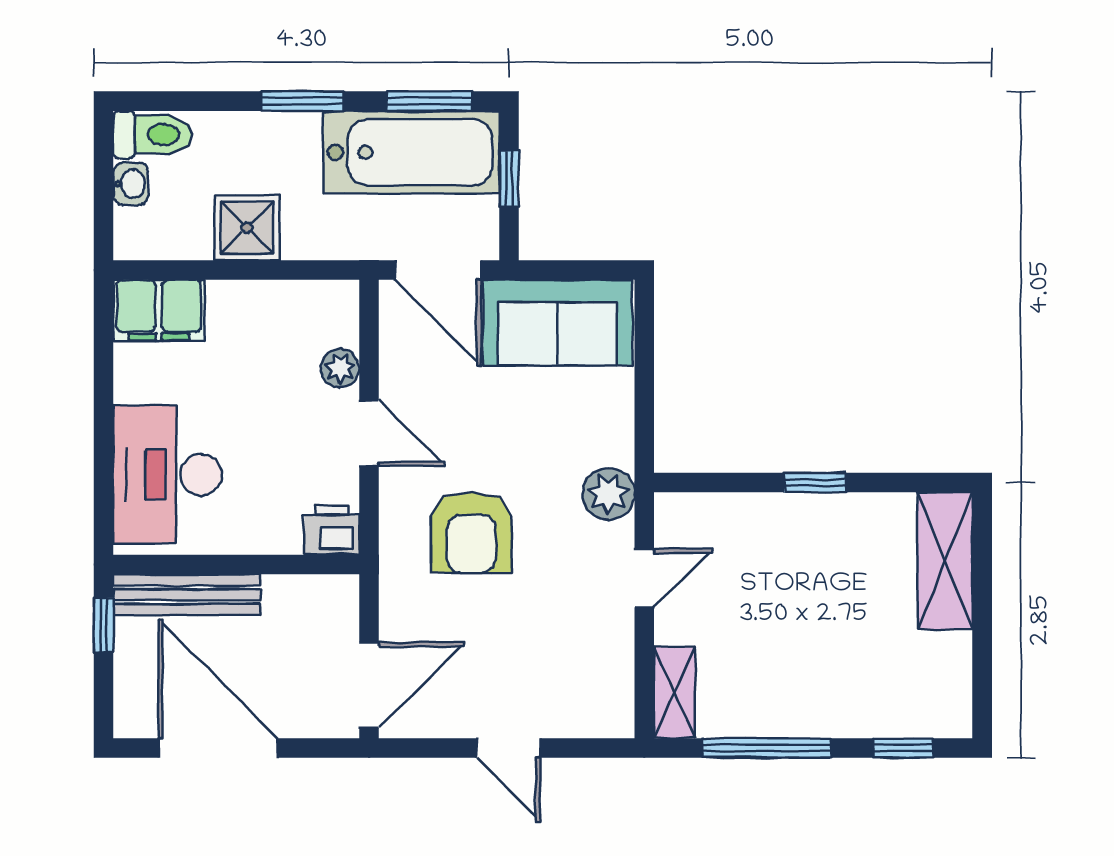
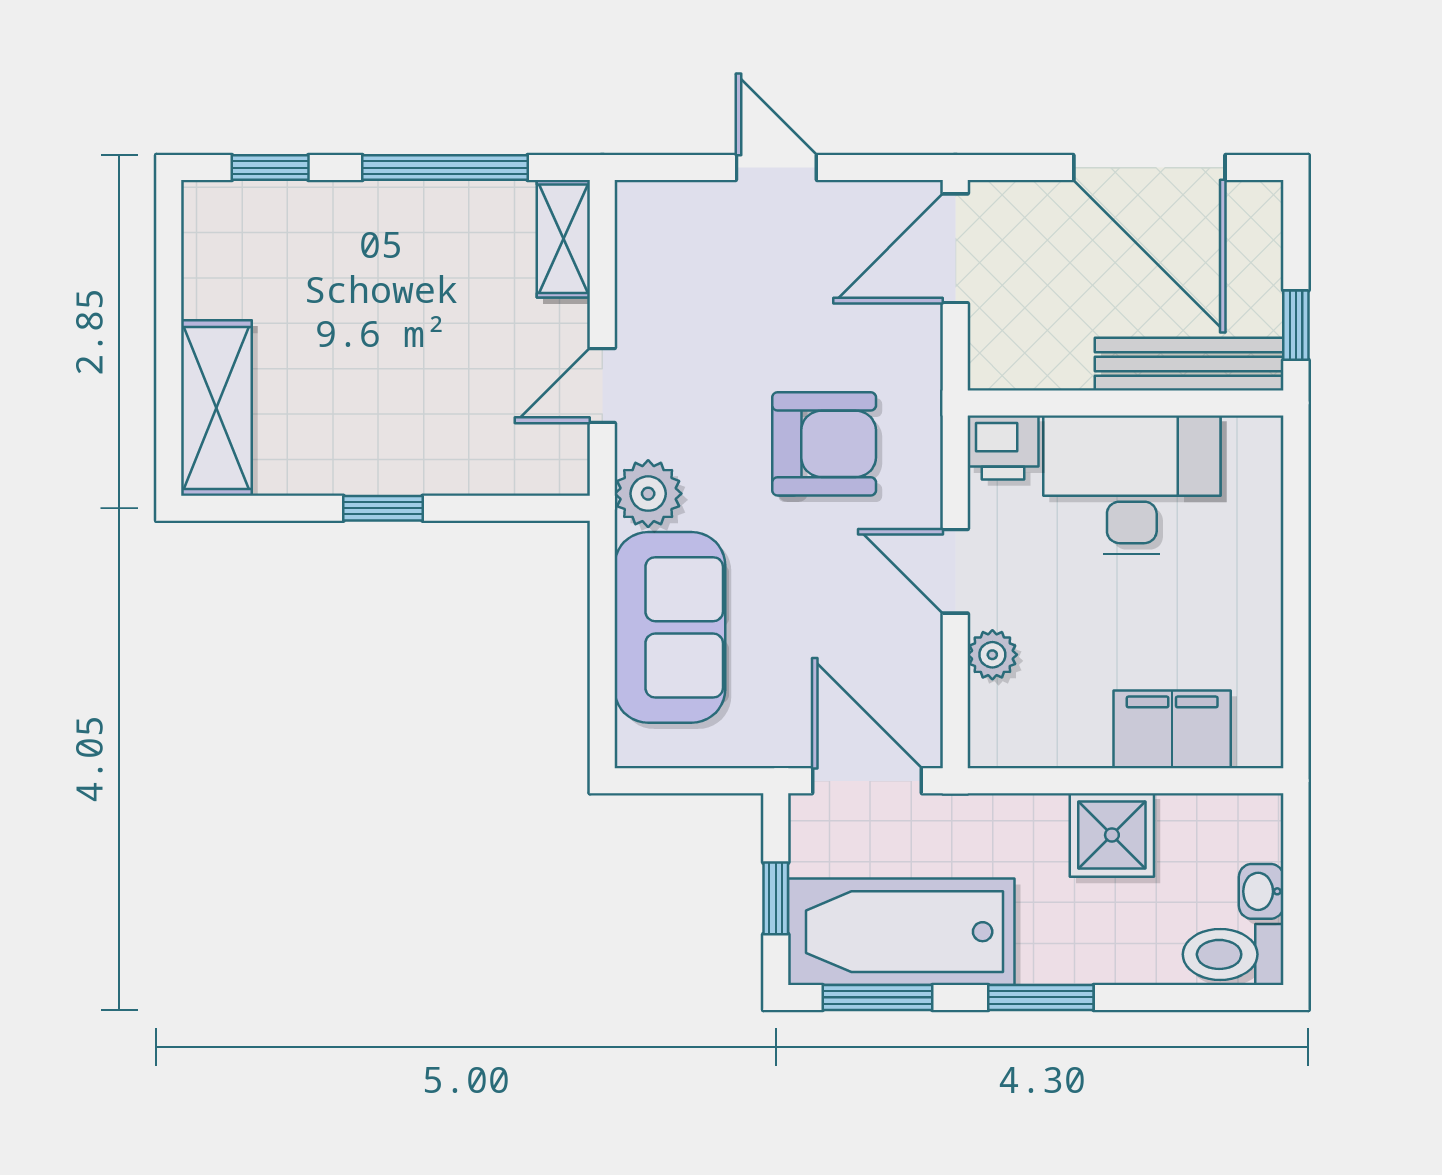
filing cabinet: (159, 310) -> (1172, 729), moved
sofa: (558, 323) -> (670, 627), moved, turned 90
desk: (167, 475) -> (1132, 485), moved, turned -90
armchair: (471, 533) -> (824, 444), turned 90

